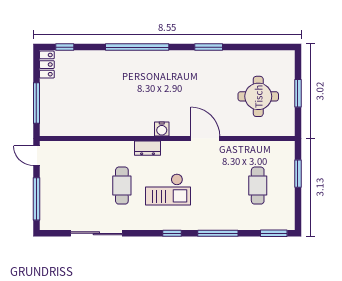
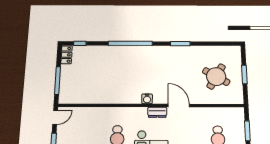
round table: (258, 96) -> (216, 76), turned 30
dresser: (148, 148) -> (157, 112), moved
door: (36, 156) -> (55, 117), swing flipped

